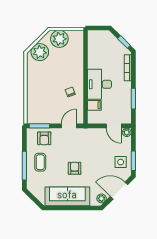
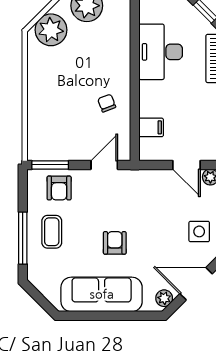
desk: (100, 84) -> (161, 52), moved

